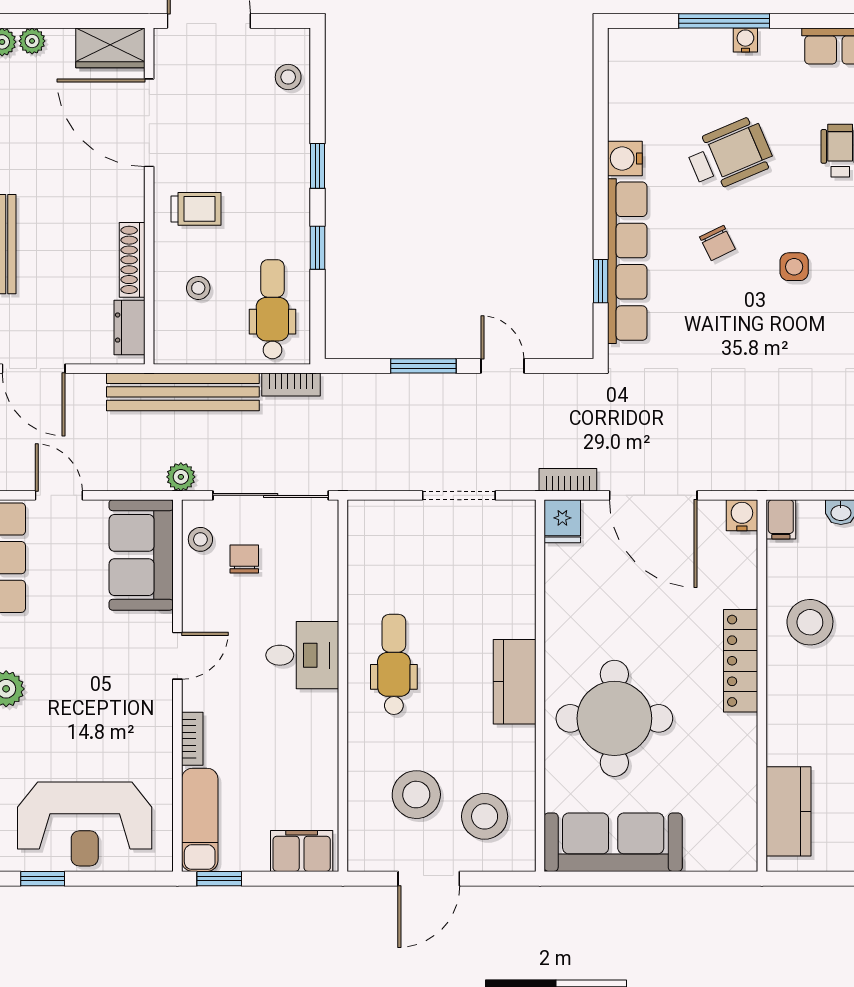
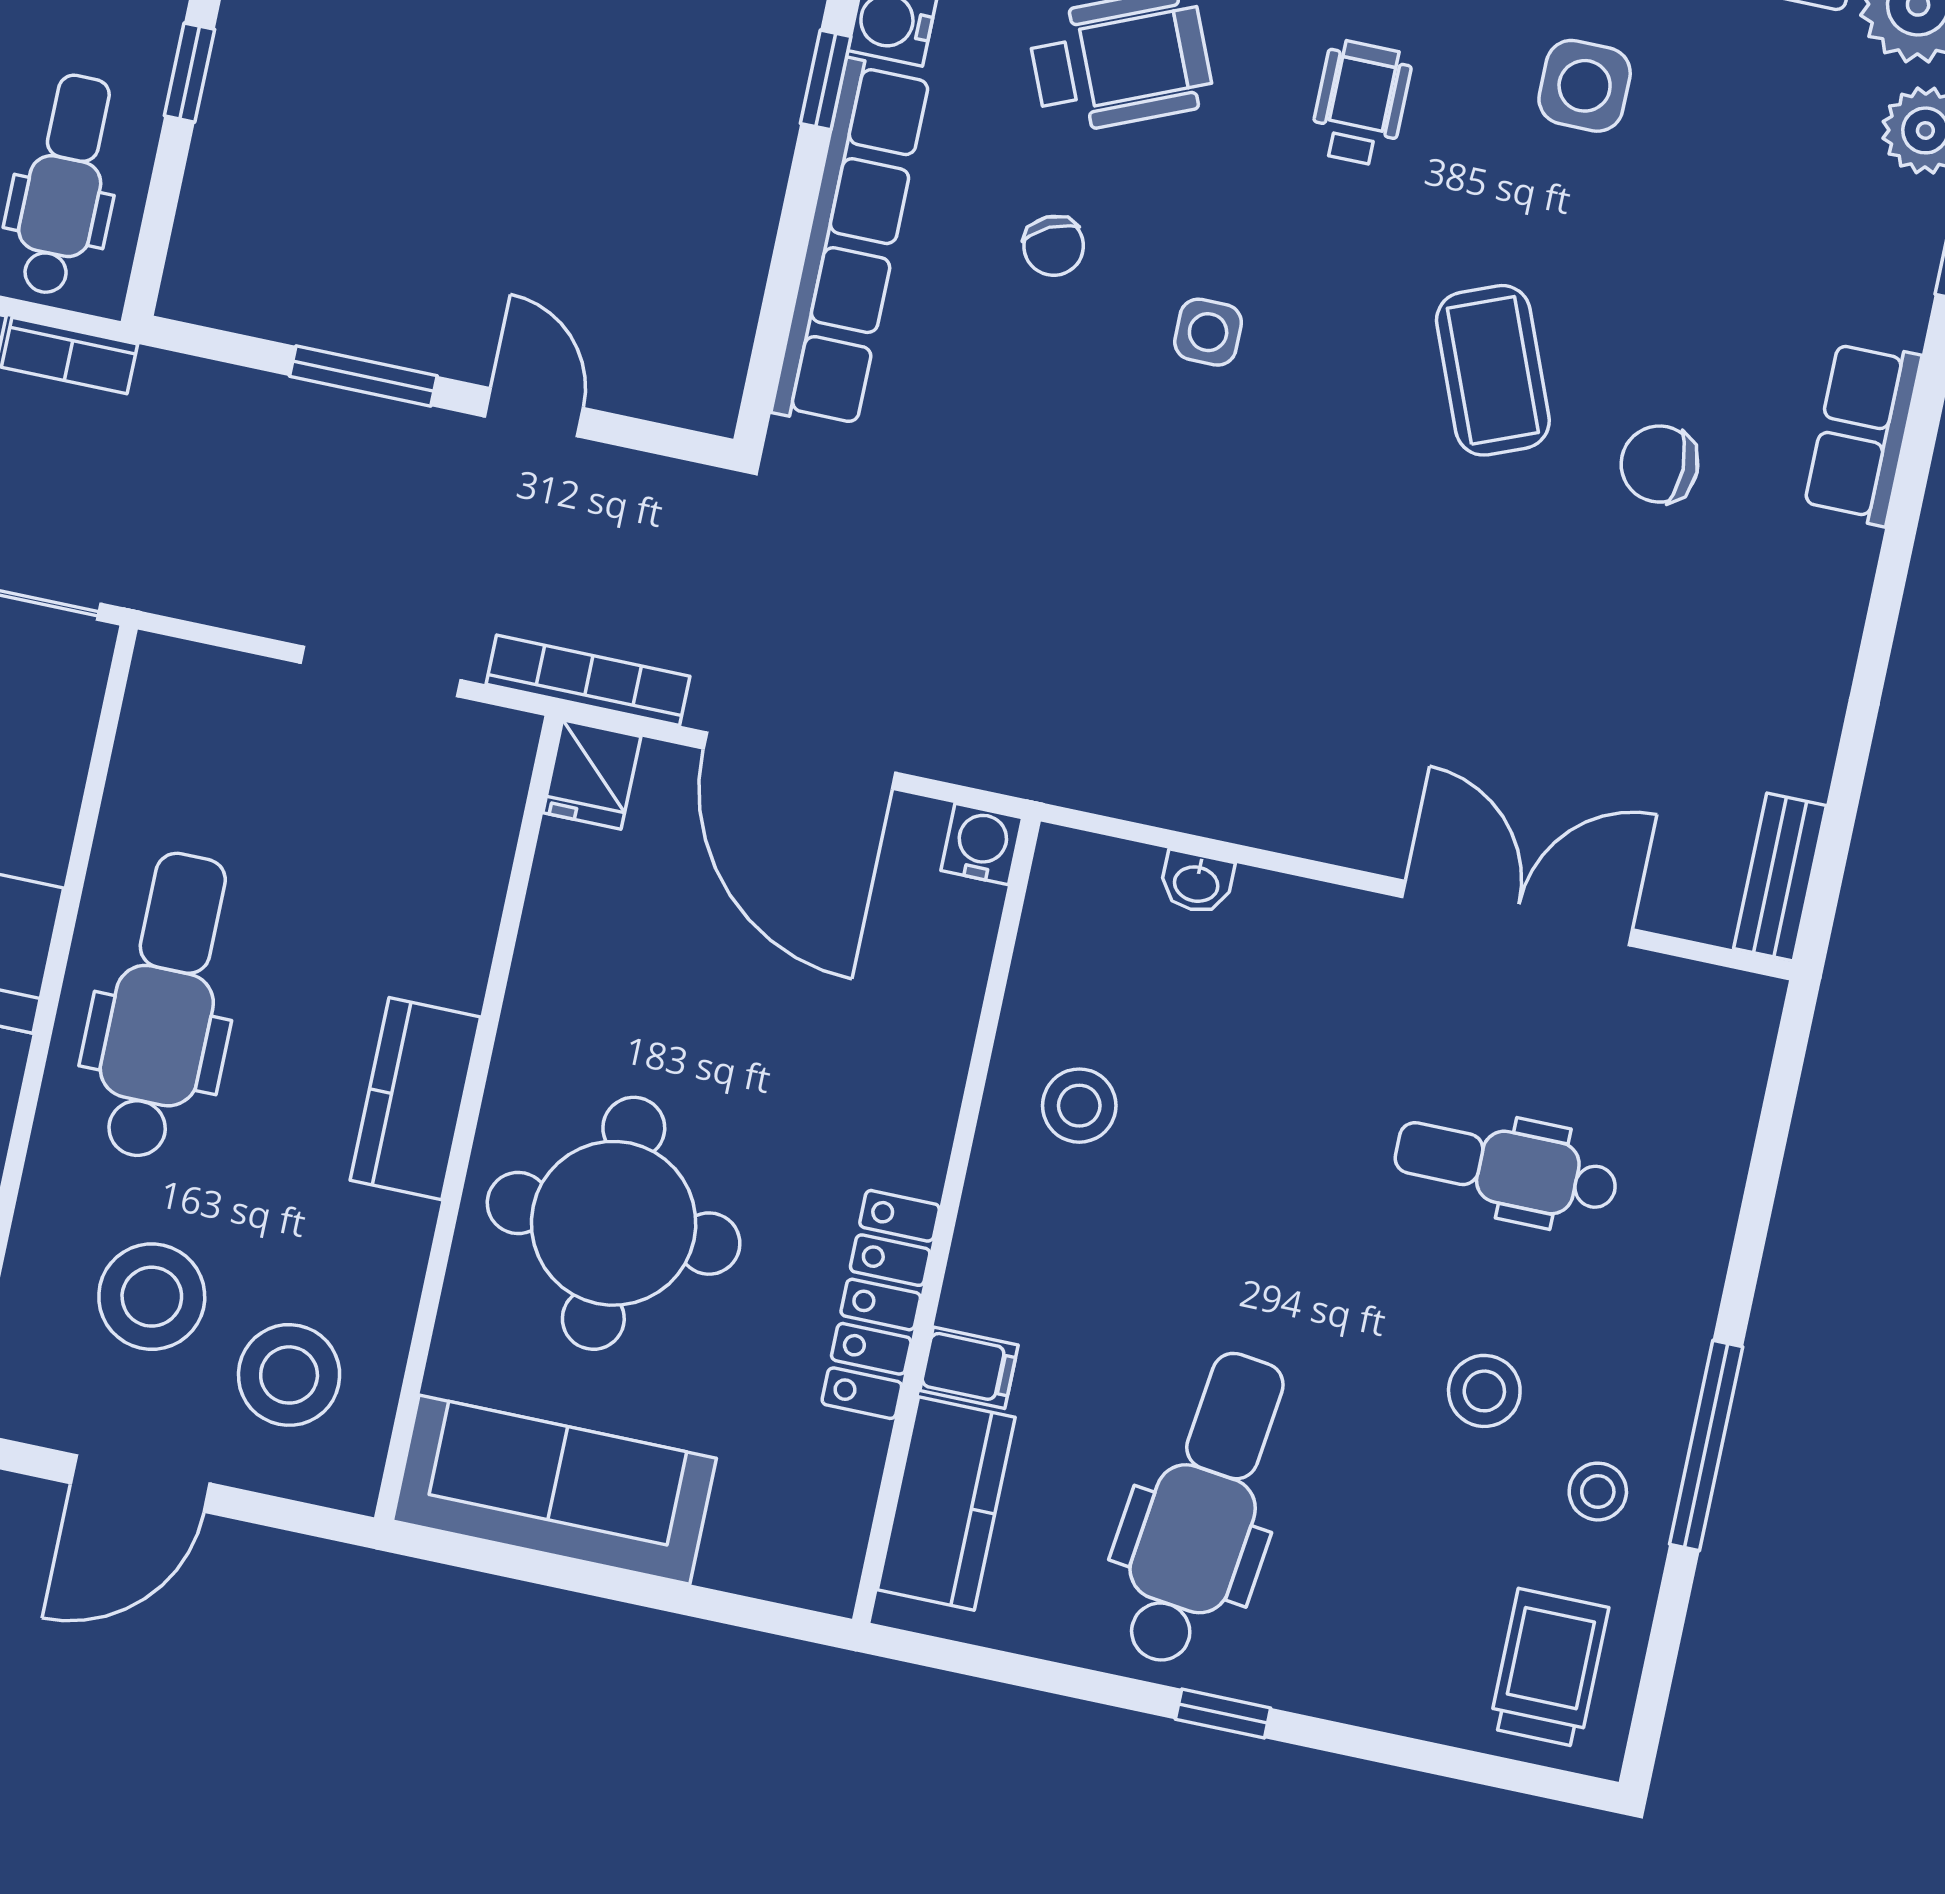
window: (601, 281) -> (826, 80), moved
bookcase: (568, 480) -> (588, 680), width x1.56
filing cabinet: (781, 519) -> (969, 1368), moved, turned -90
stool: (810, 622) -> (1079, 1106), width x0.73, depth x0.73
locker: (741, 661) -> (881, 1304), moved
dental chair: (394, 664) -> (163, 1006), width x1.36, depth x1.38

